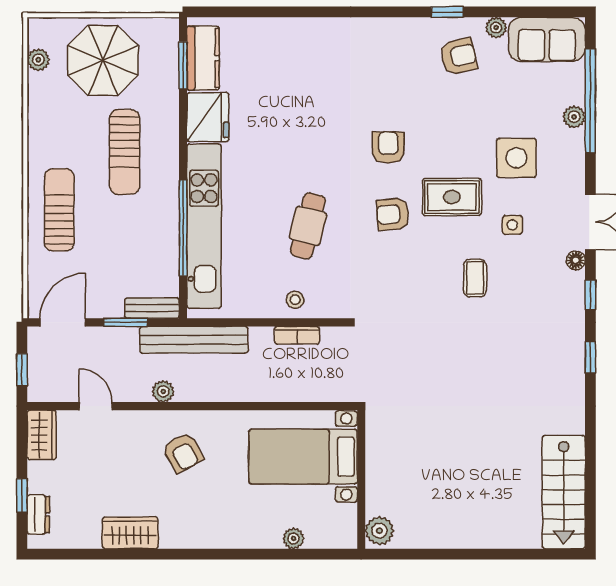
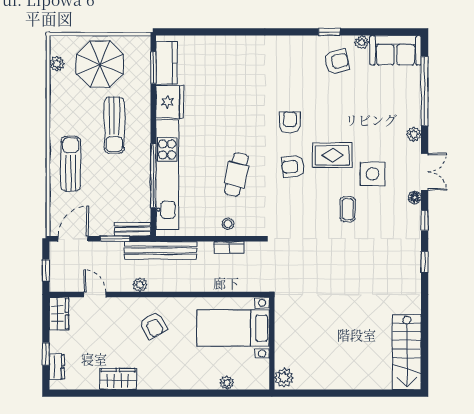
plant: (574, 117) -> (414, 134), moved
side table: (516, 158) -> (375, 129), removed
side table: (512, 225) -> (373, 174), width x1.87, depth x1.87

